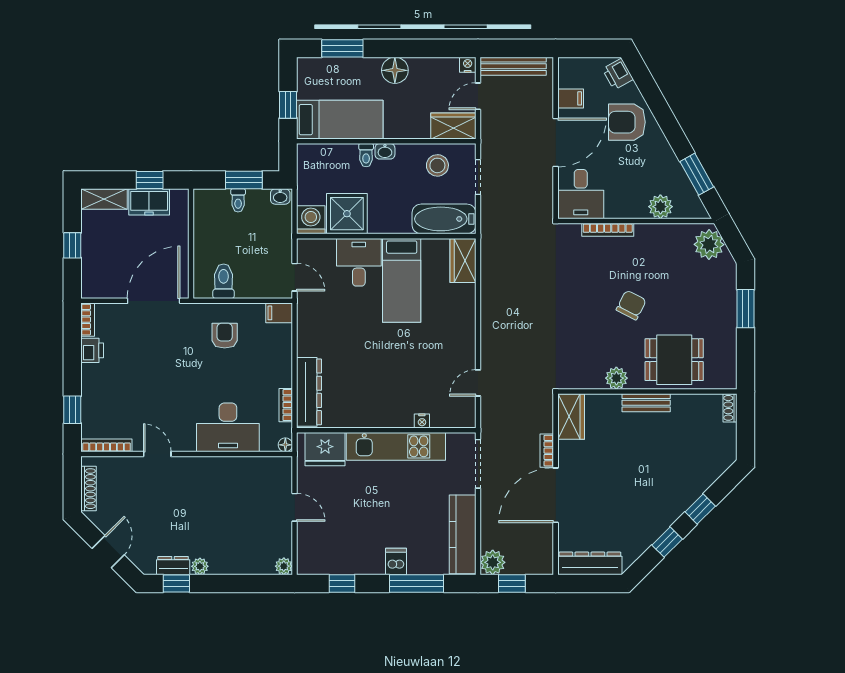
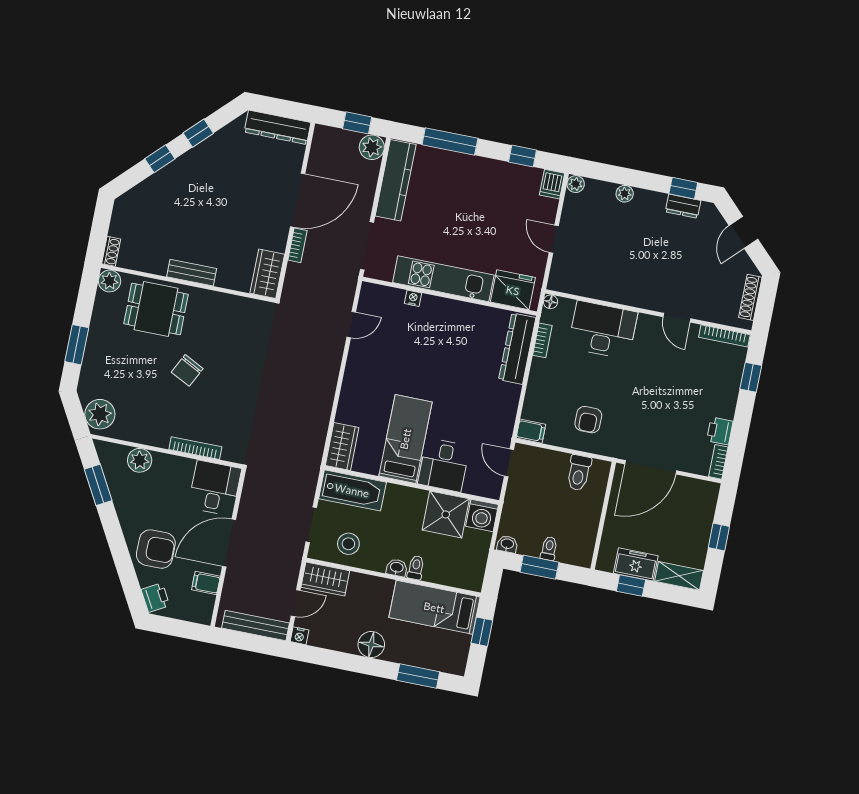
plant: (616, 378) -> (109, 281), moved
dishwasher: (396, 561) -> (552, 184), moved
plant: (200, 566) -> (625, 194), moved

